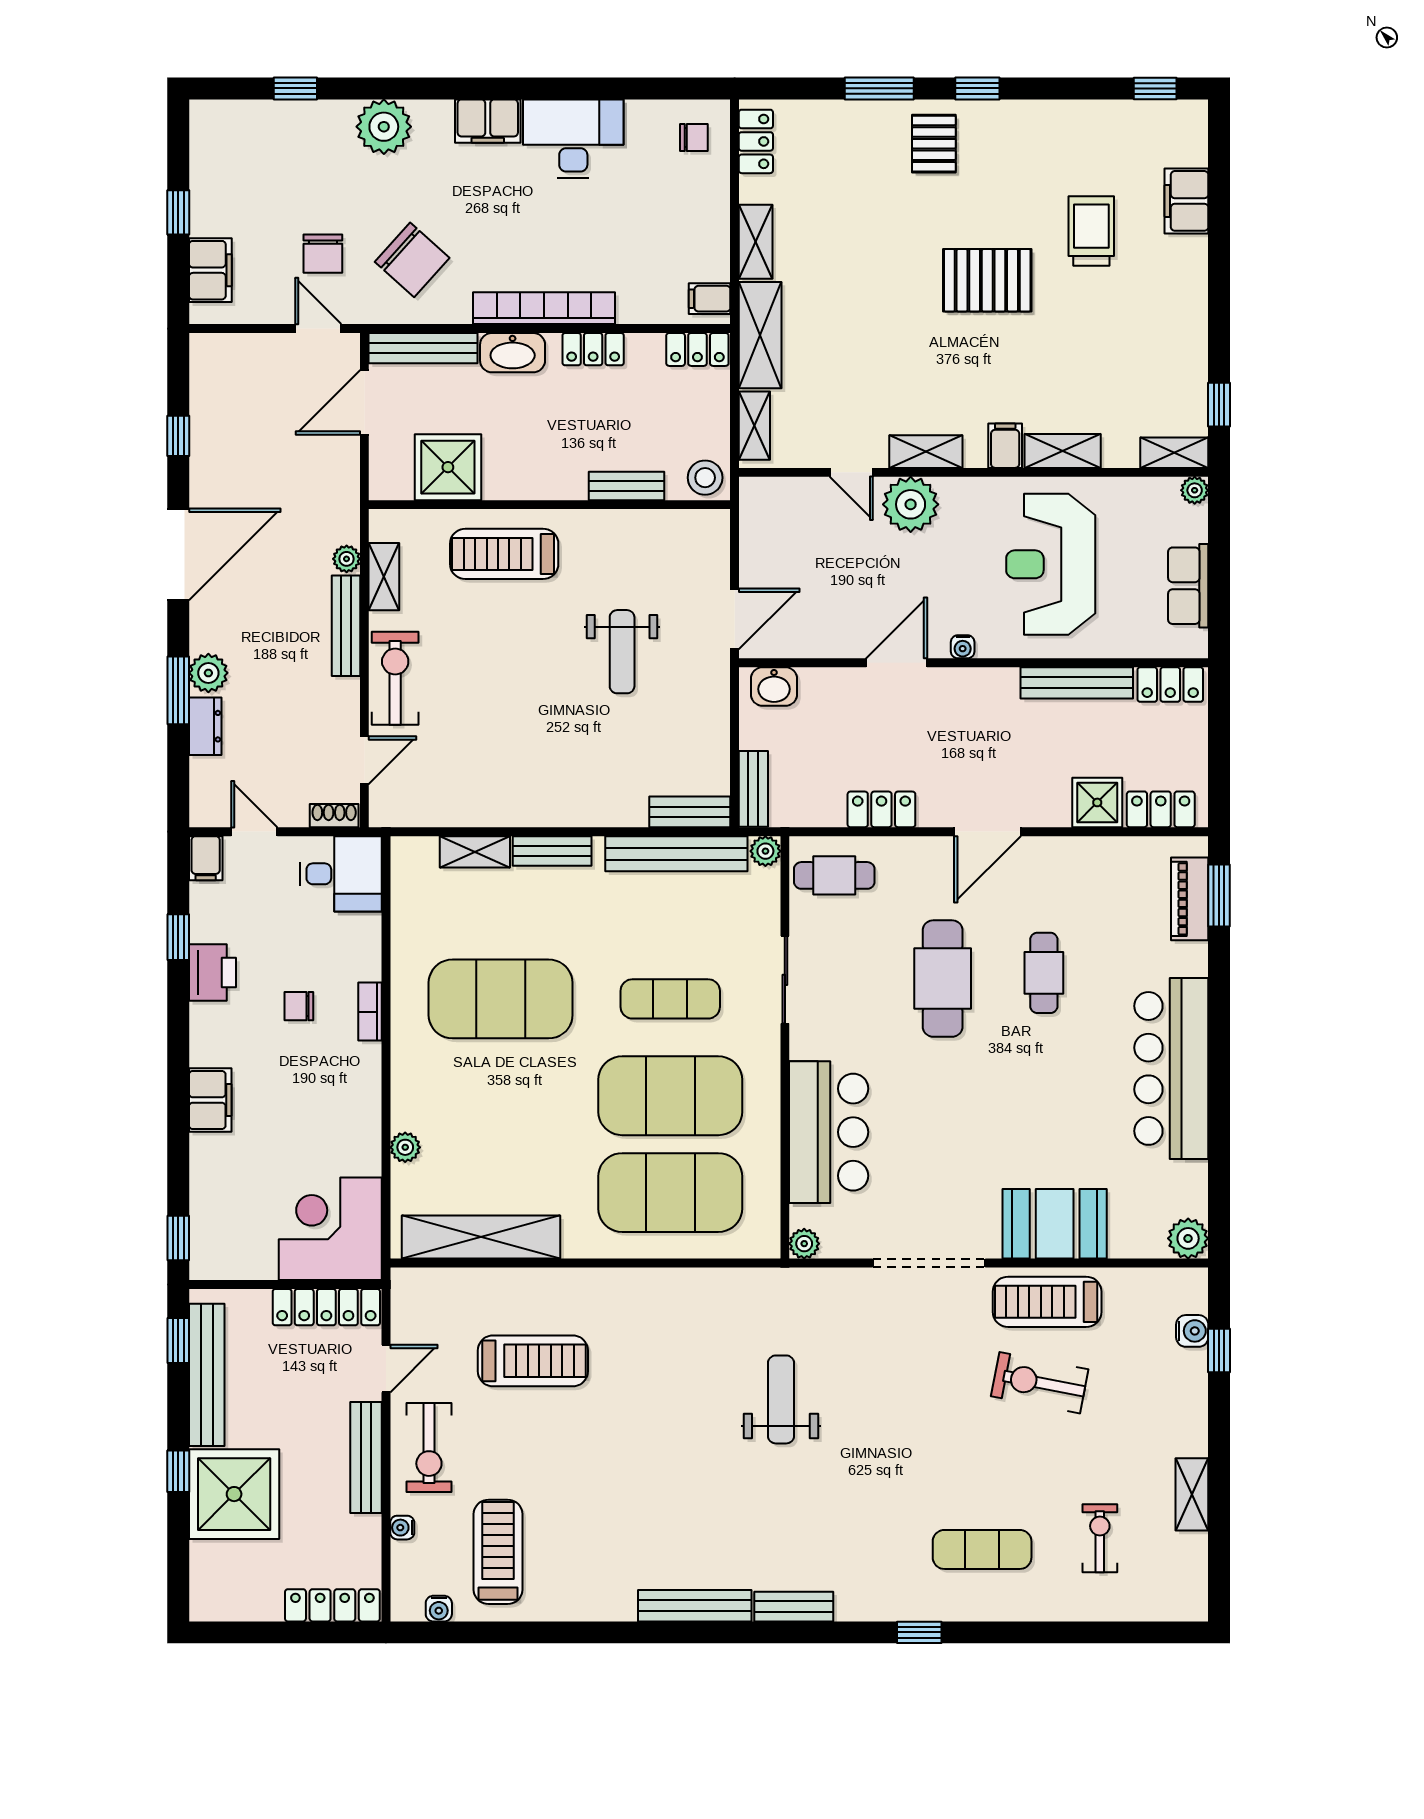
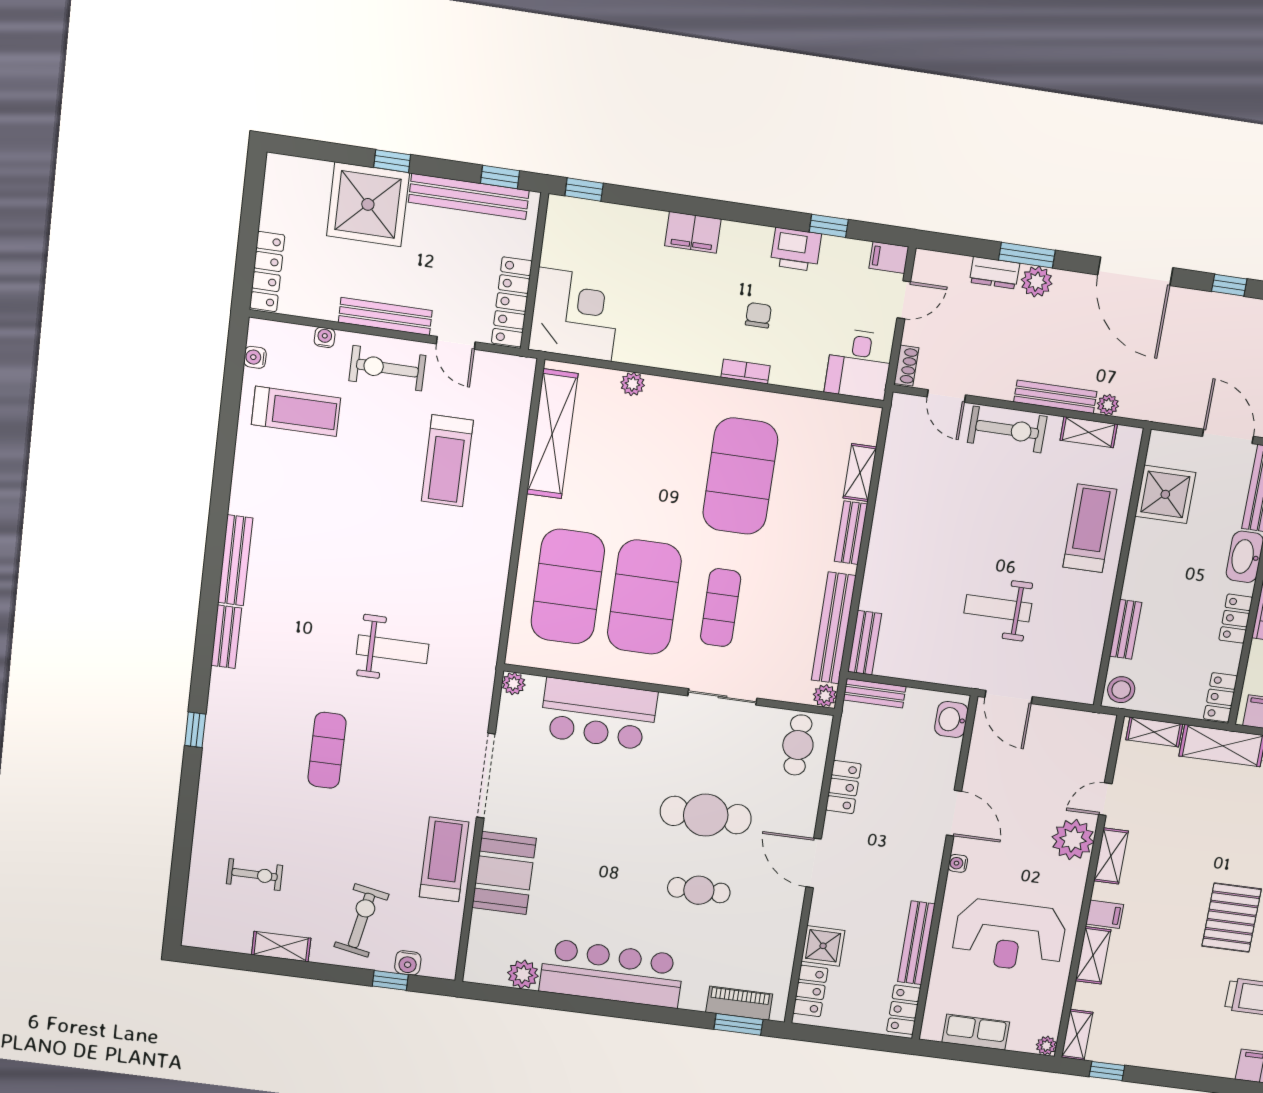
reception desk: (1051, 564) -> (1009, 936), turned 180
plant: (1188, 1238) -> (523, 974), moved
exercise bike: (1040, 1383) -> (361, 920), moved
exercise mat: (982, 1549) -> (327, 750), moved

